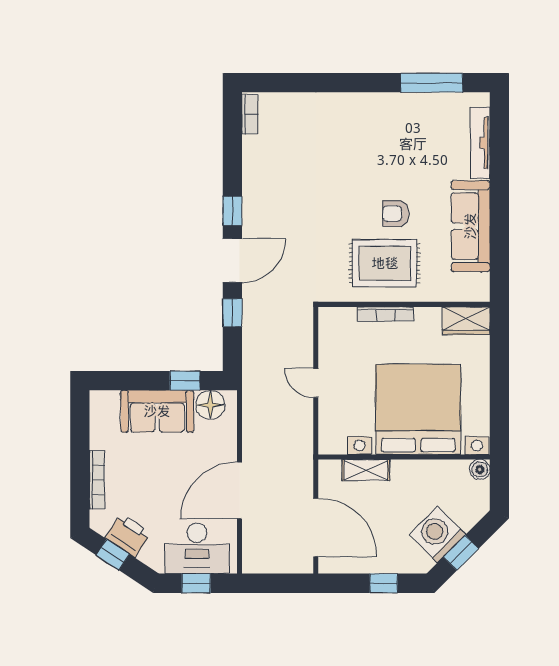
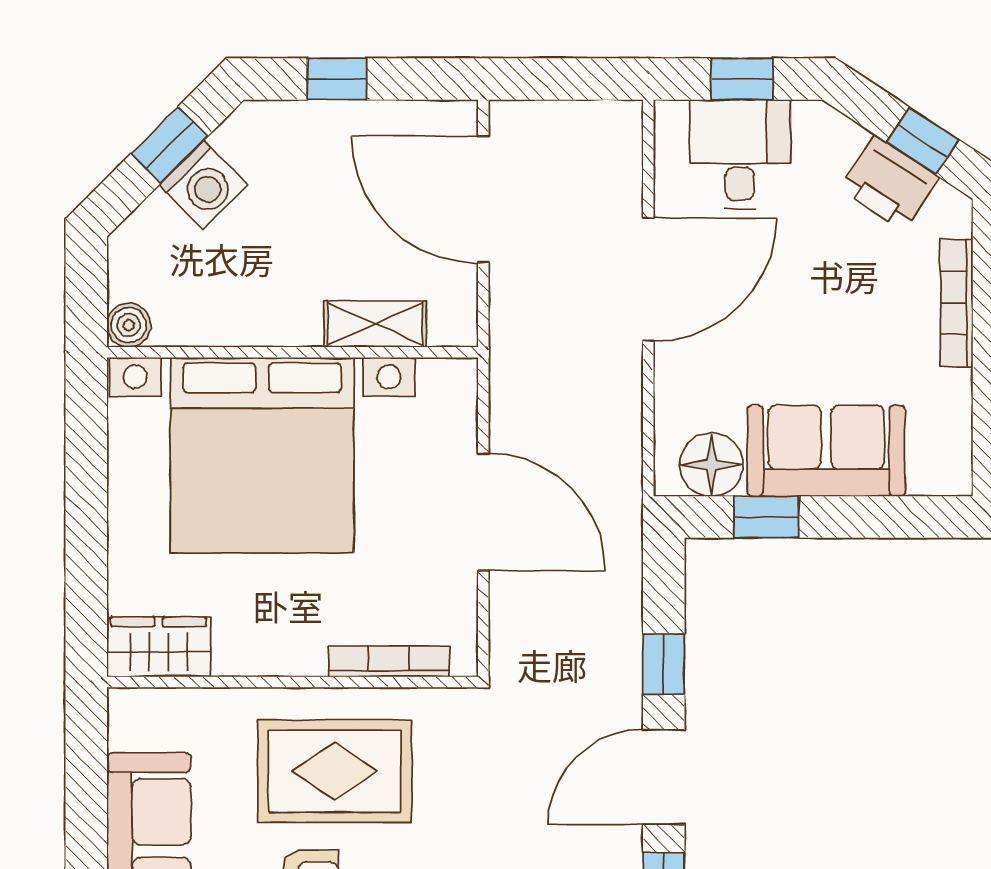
bookcase: (385, 314) -> (389, 661), moved
door: (316, 383) -> (483, 512), width x1.87
washing machine: (438, 534) -> (203, 185), width x0.73, depth x0.73
desk: (197, 548) -> (740, 154), width x0.73

